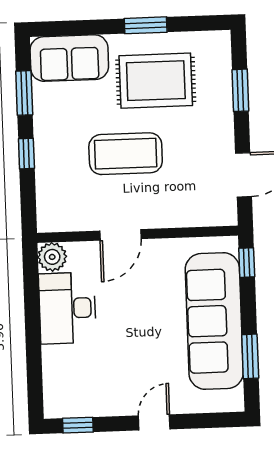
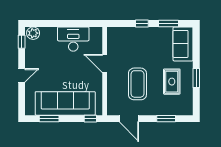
rug: (156, 81) -> (172, 82), width x0.73, depth x0.70
coffee table: (126, 154) -> (137, 84), moved
plant: (52, 257) -> (33, 33), moved
door: (154, 422) -> (22, 75), hinge flipped

